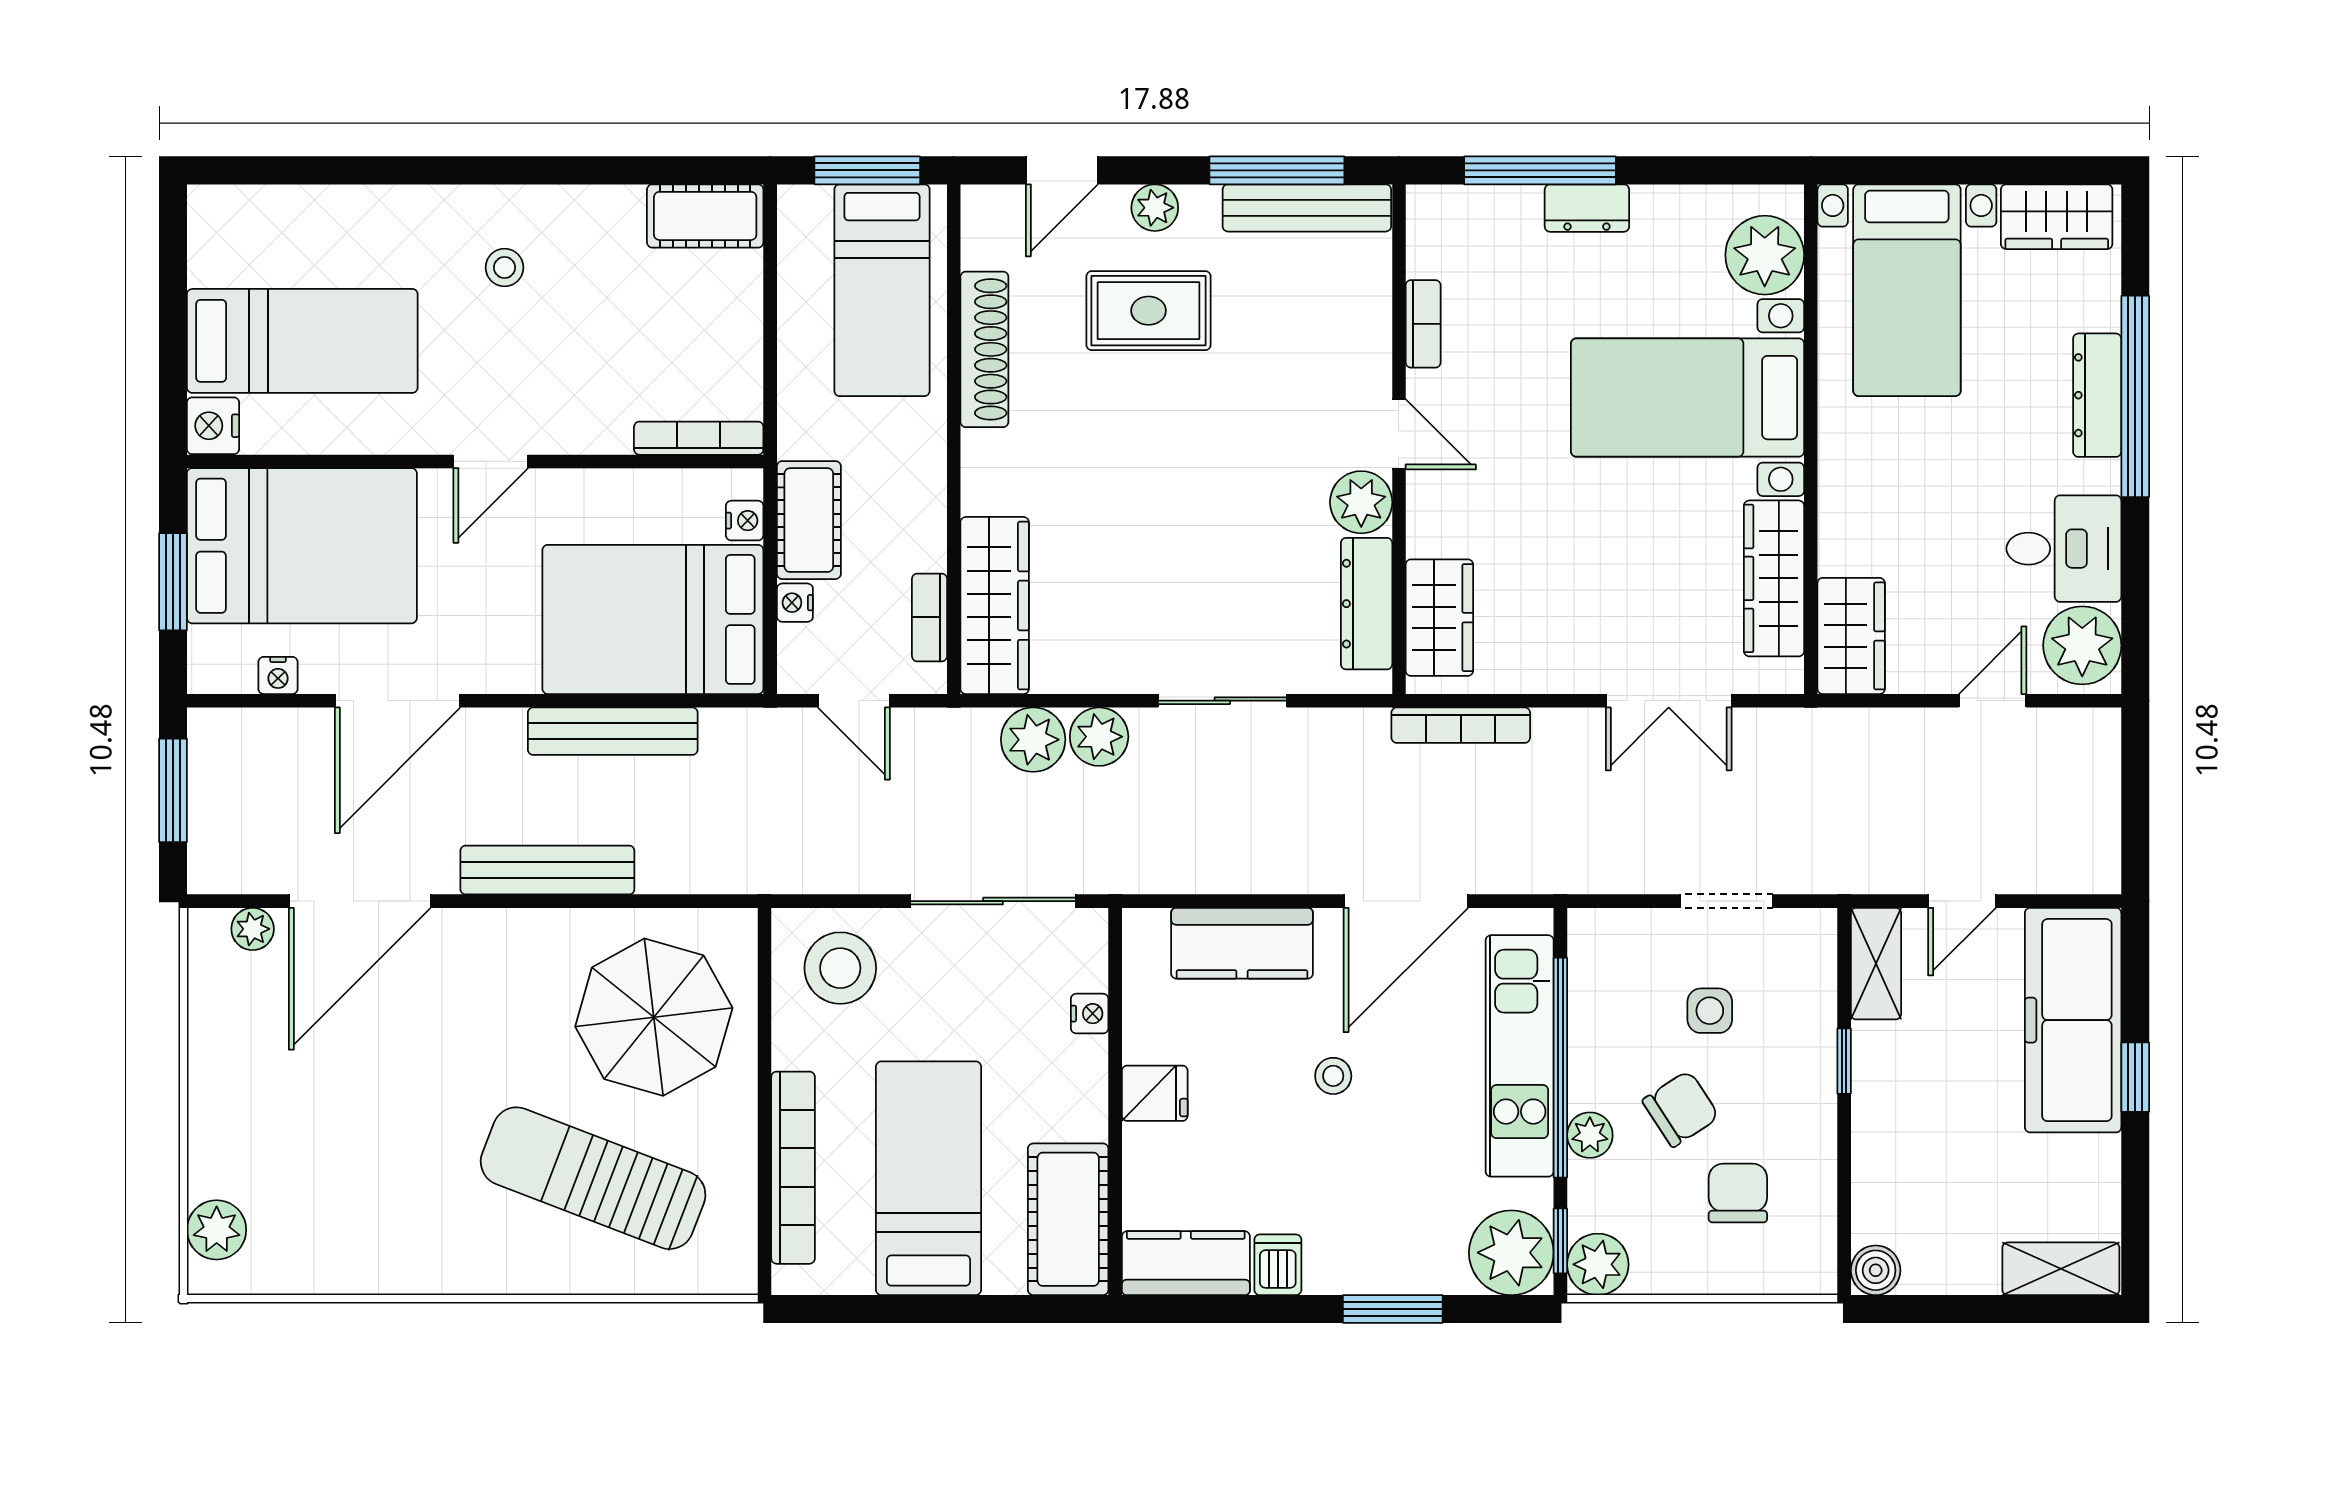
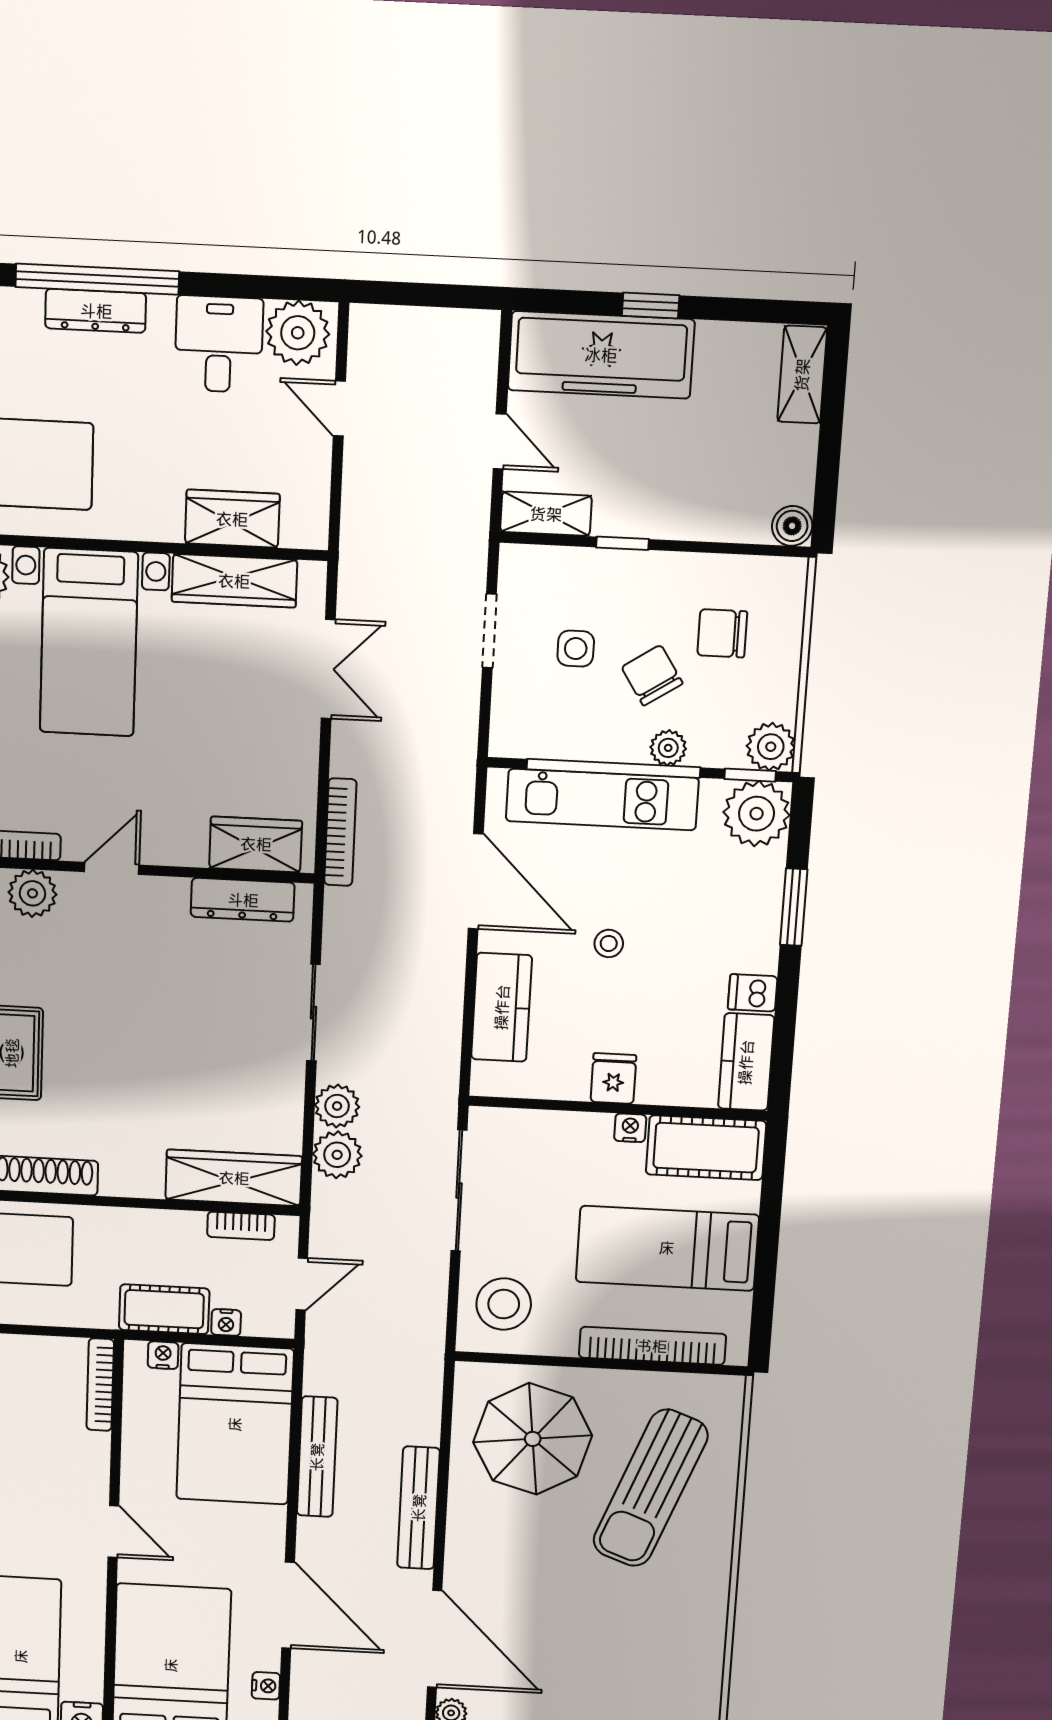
plant: (1361, 502) -> (32, 893), moved
wardrobe: (1851, 636) -> (232, 519), moved
nightstand: (1090, 1014) -> (630, 1128), moved

